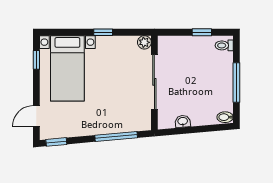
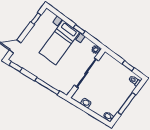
bed with nightstands: (67, 68) -> (59, 42), moved

